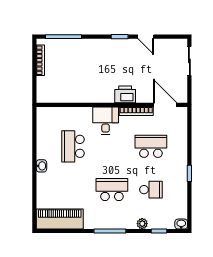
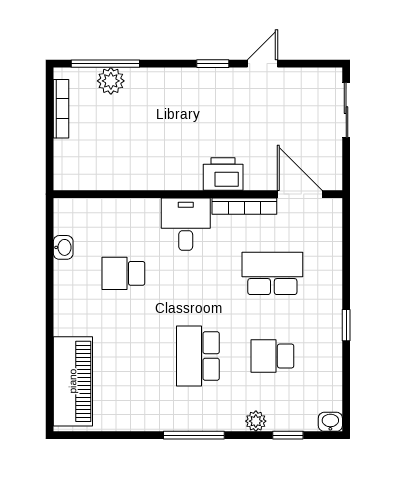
door: (146, 37) -> (262, 64), swing flipped
plant: (66, 46) -> (111, 81), added
school desk: (73, 146) -> (123, 273), width x0.54
washbasin: (41, 166) -> (63, 247), moved
school desk: (112, 190) -> (198, 356), turned -90
school desk: (151, 190) -> (272, 356), turned 180
piano: (60, 219) -> (73, 381), moved, turned 90

